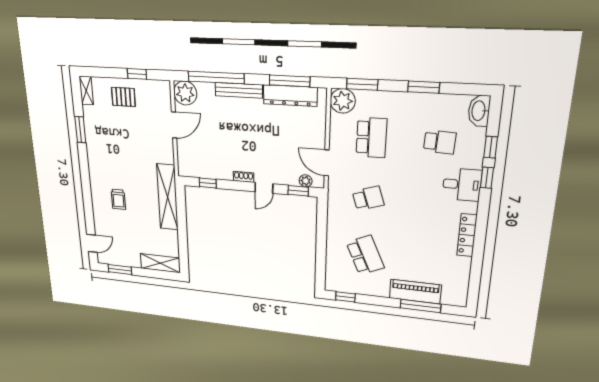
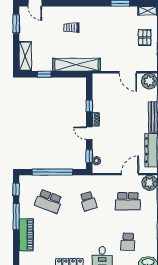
door: (327, 163) -> (130, 174), moved
window: (208, 183) -> (89, 106), moved
window: (183, 241) -> (44, 74), added
window: (321, 245) -> (52, 172), added
school desk: (365, 255) -> (49, 201), turned 45
window: (421, 306) -> (16, 217), moved

